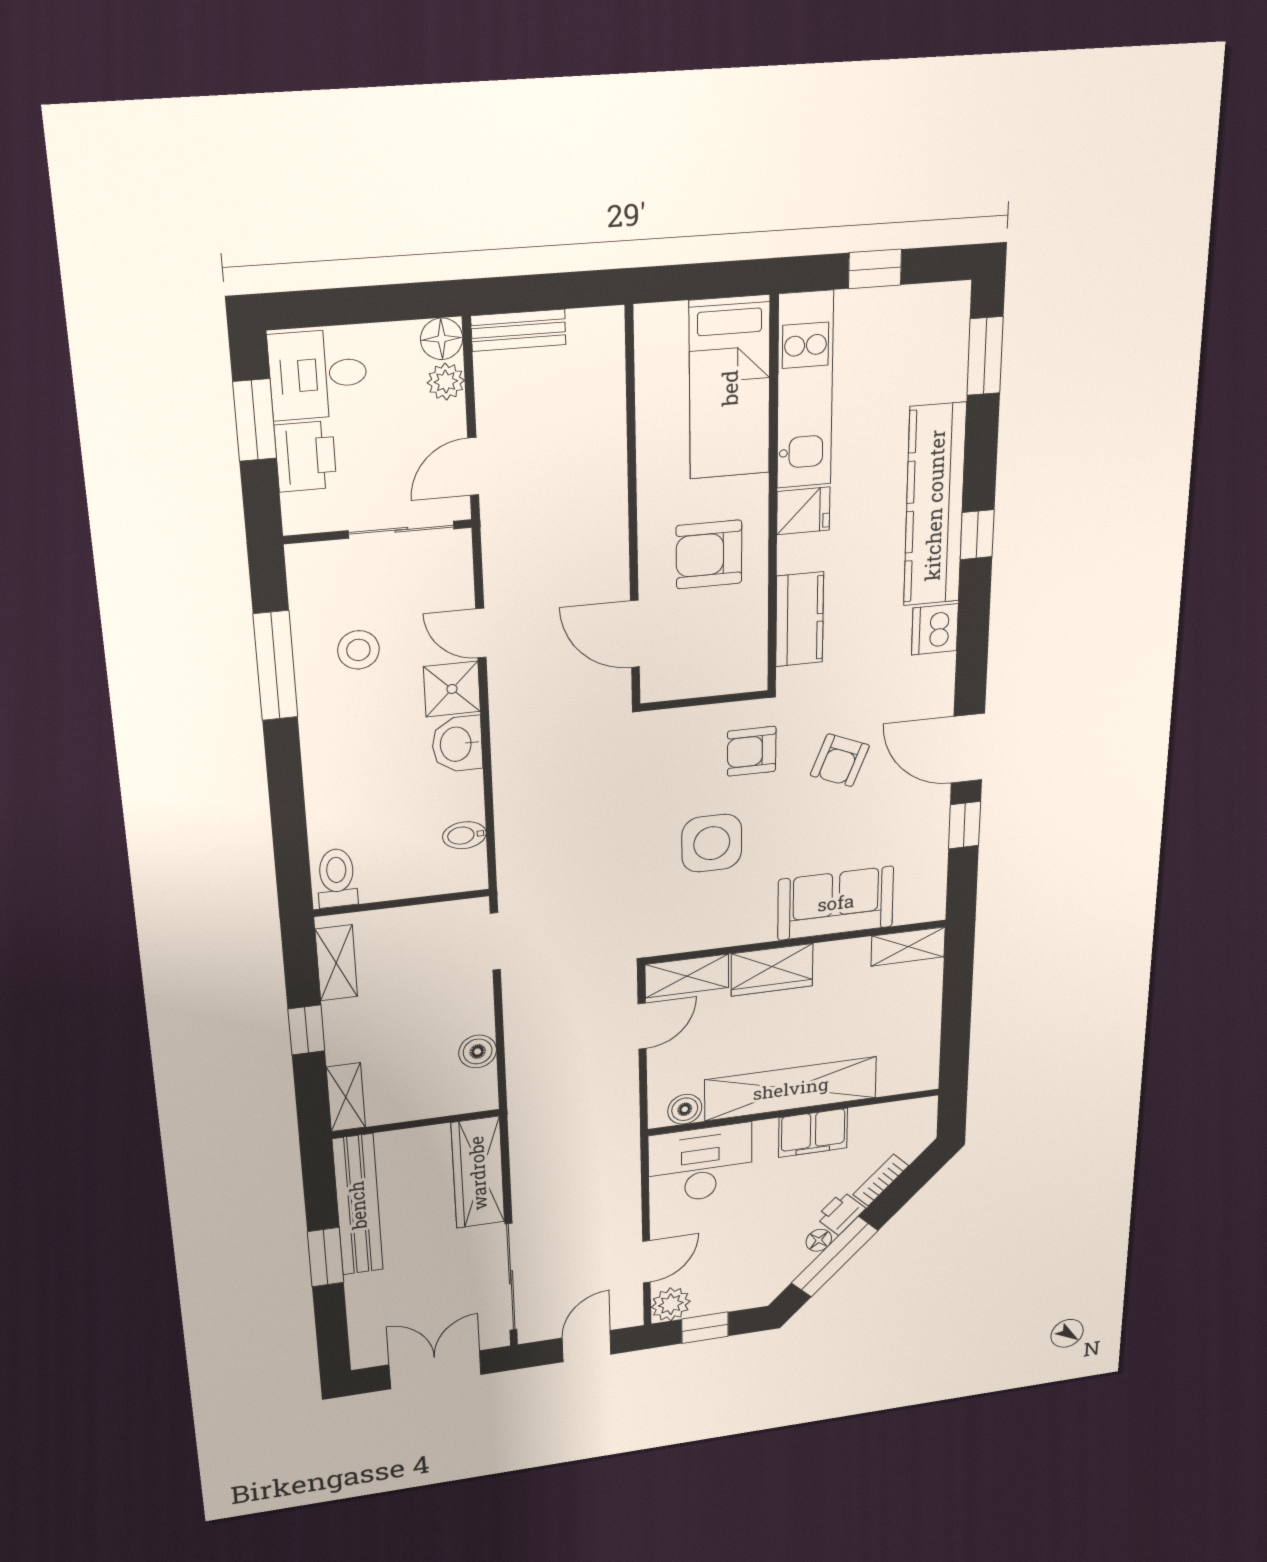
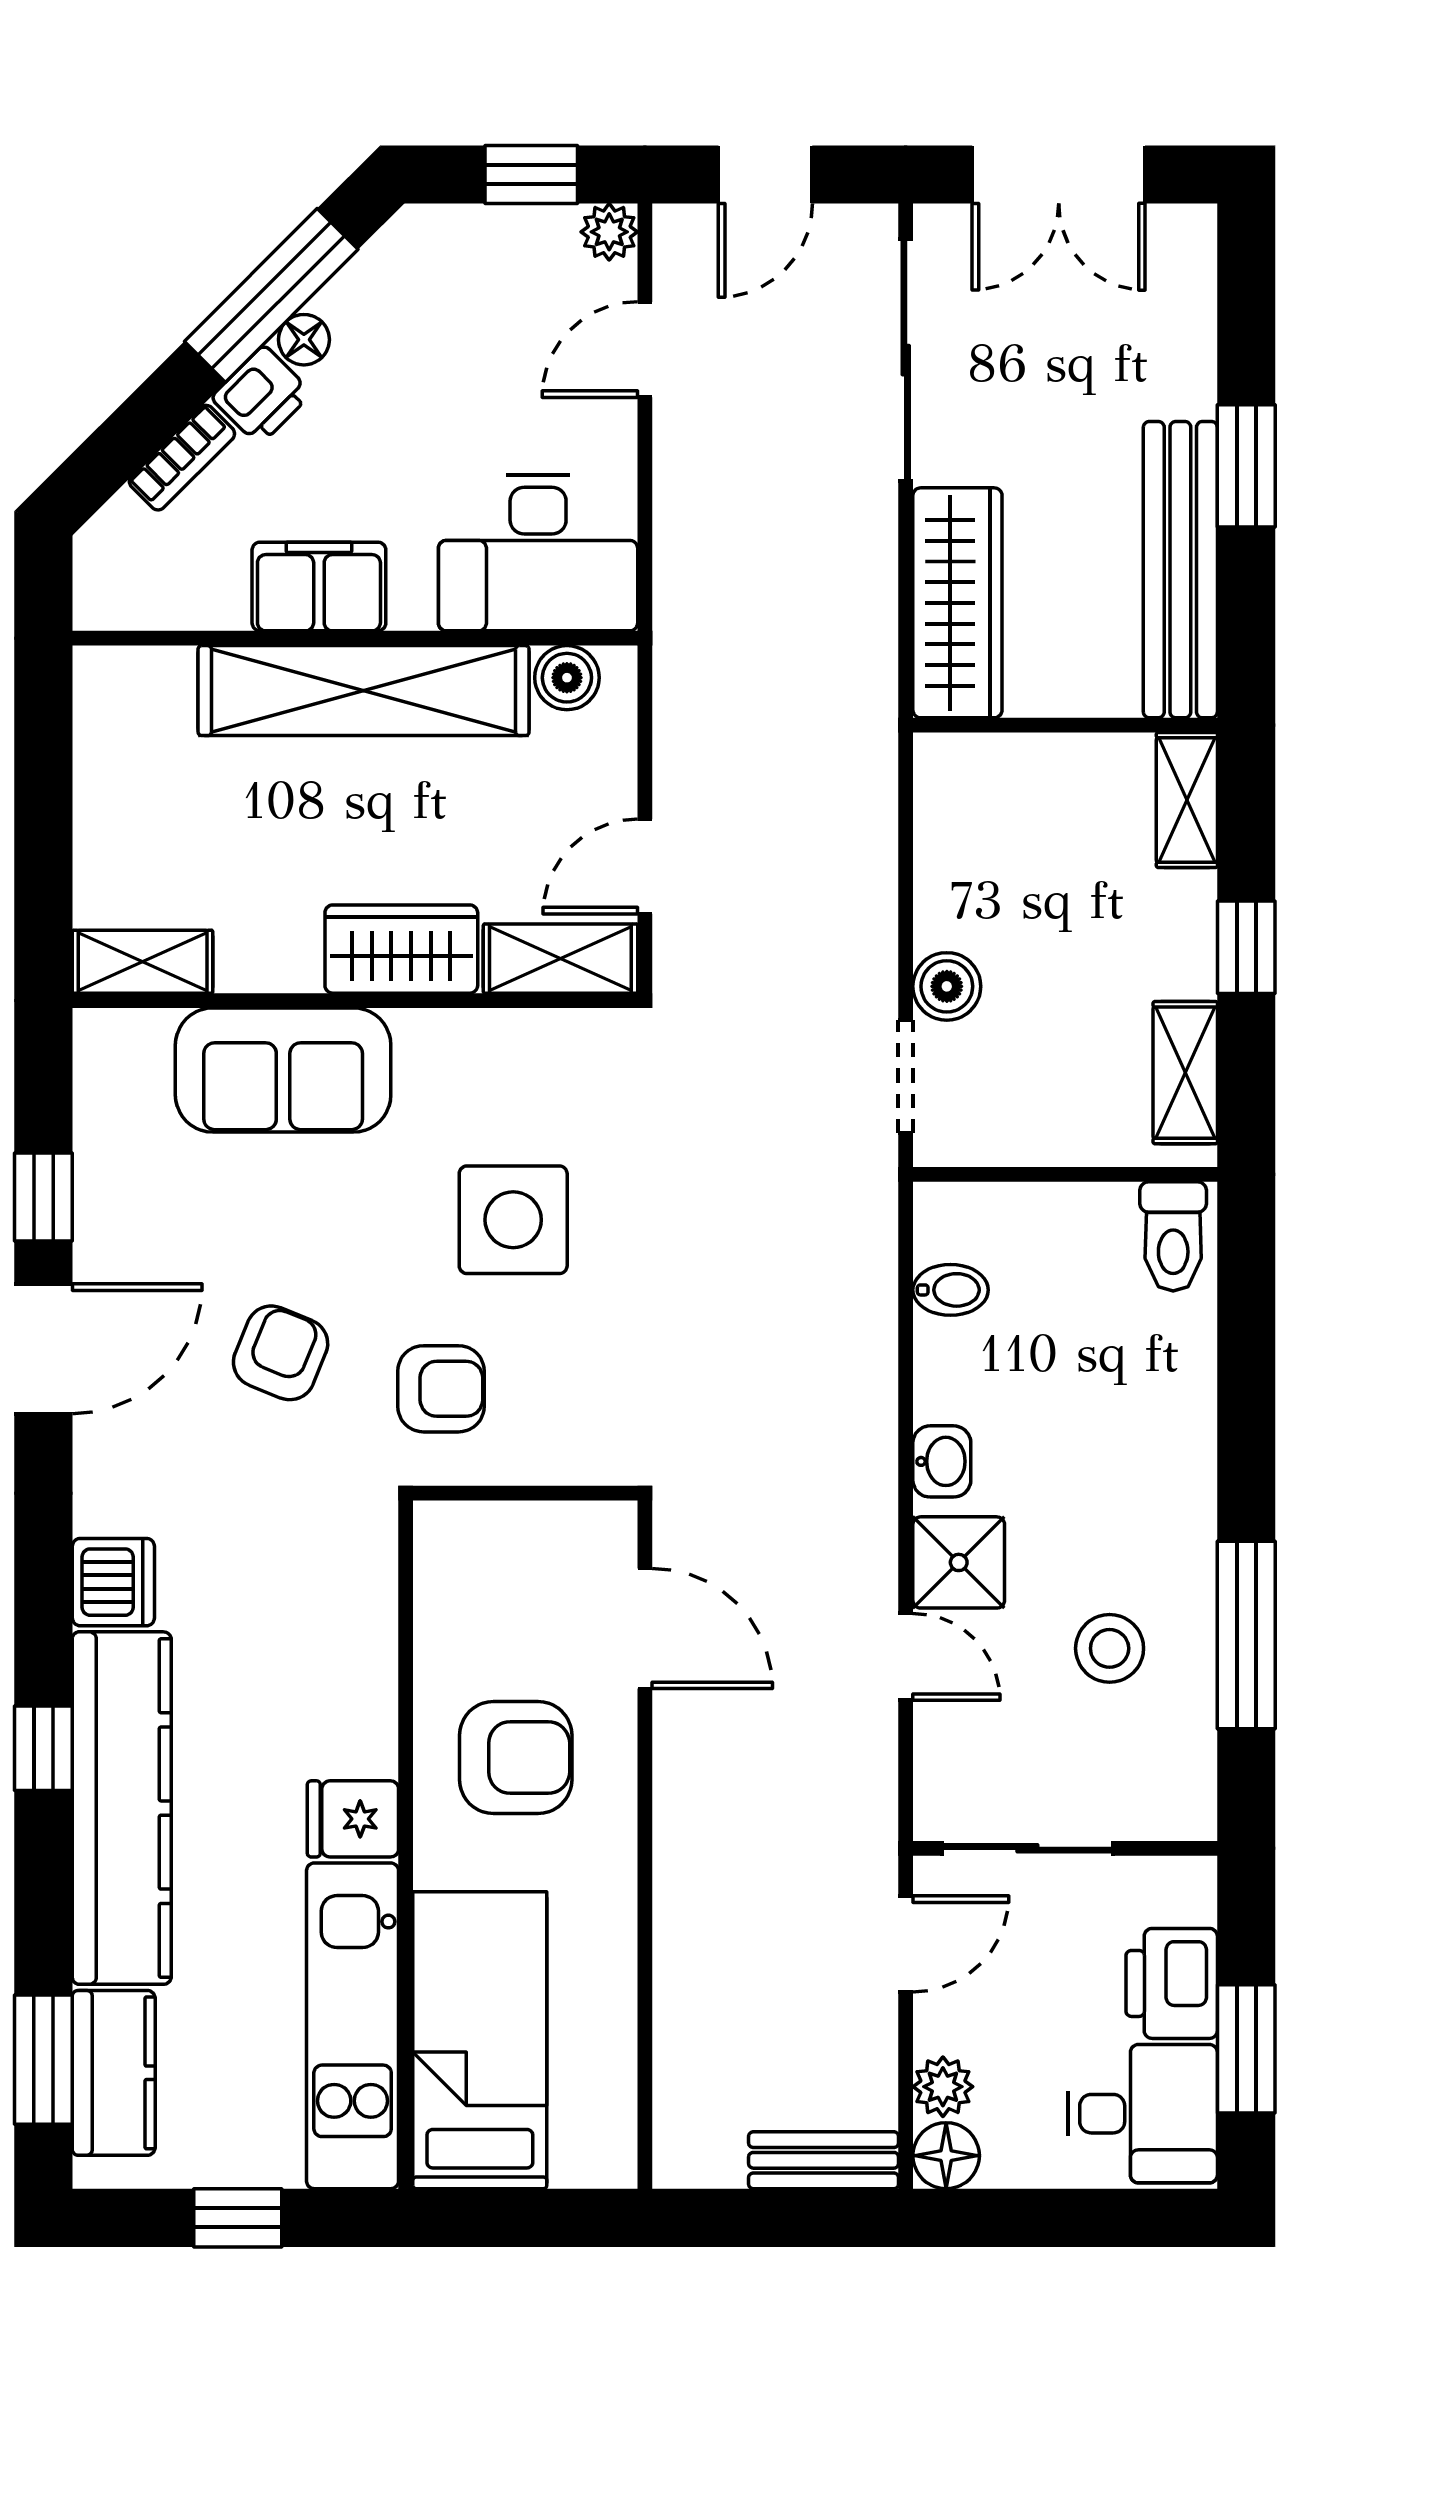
kitchen counter: (800, 619) -> (114, 2073), moved, turned 180
washbasin: (457, 744) -> (942, 1461), width x0.72, depth x0.69
door: (968, 748) -> (43, 1349), hinge flipped
boiler: (478, 1051) -> (947, 986), moved
plant: (671, 1304) -> (609, 232), width x0.73, depth x0.73

